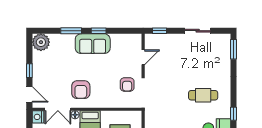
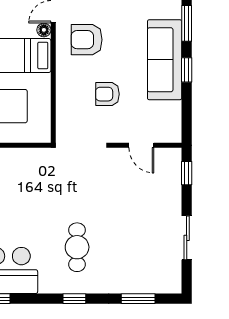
sofa: (93, 44) -> (165, 60), width x1.36
window: (233, 49) -> (138, 299), moved
armchair: (127, 84) -> (107, 94), moved
window: (233, 114) -> (74, 299), moved

